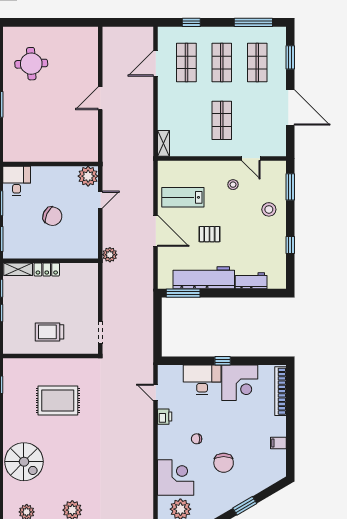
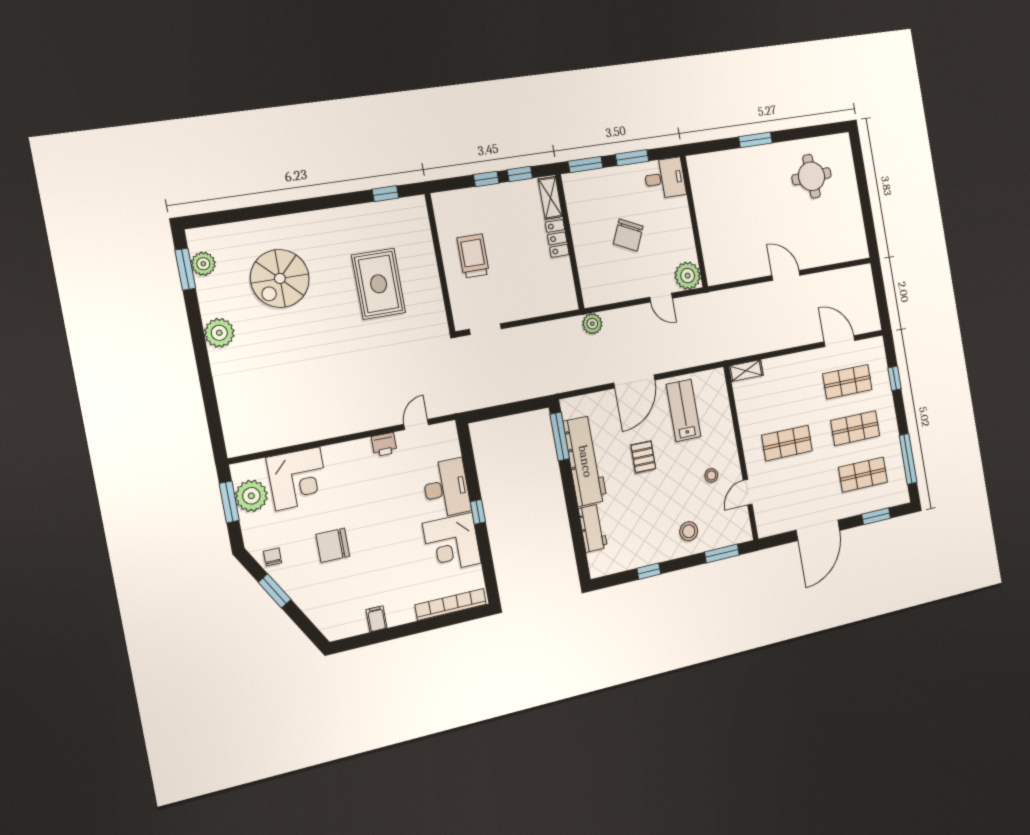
chair: (197, 439) -> (273, 557), moved
spiral stairs: (24, 462) -> (280, 278), moved

